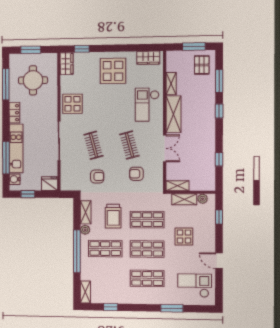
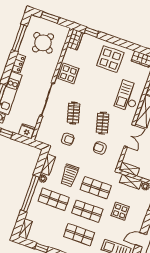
round table: (33, 80) -> (43, 43), turned 31
door: (219, 261) -> (141, 240), hinge flipped

